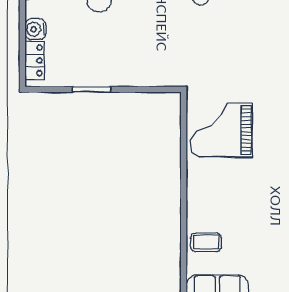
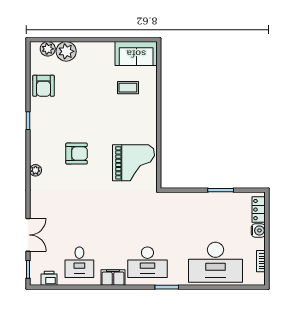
coffee table: (206, 242) -> (128, 88), moved

